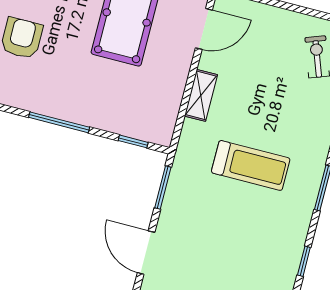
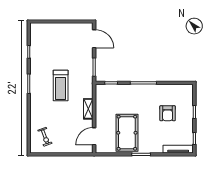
treadmill: (251, 165) -> (61, 85), turned -90

